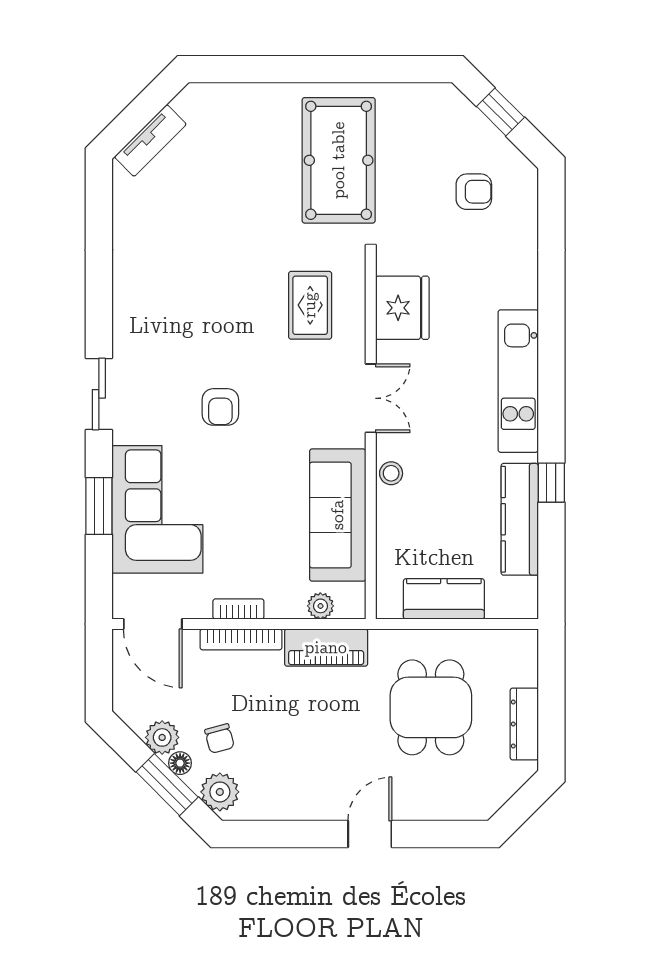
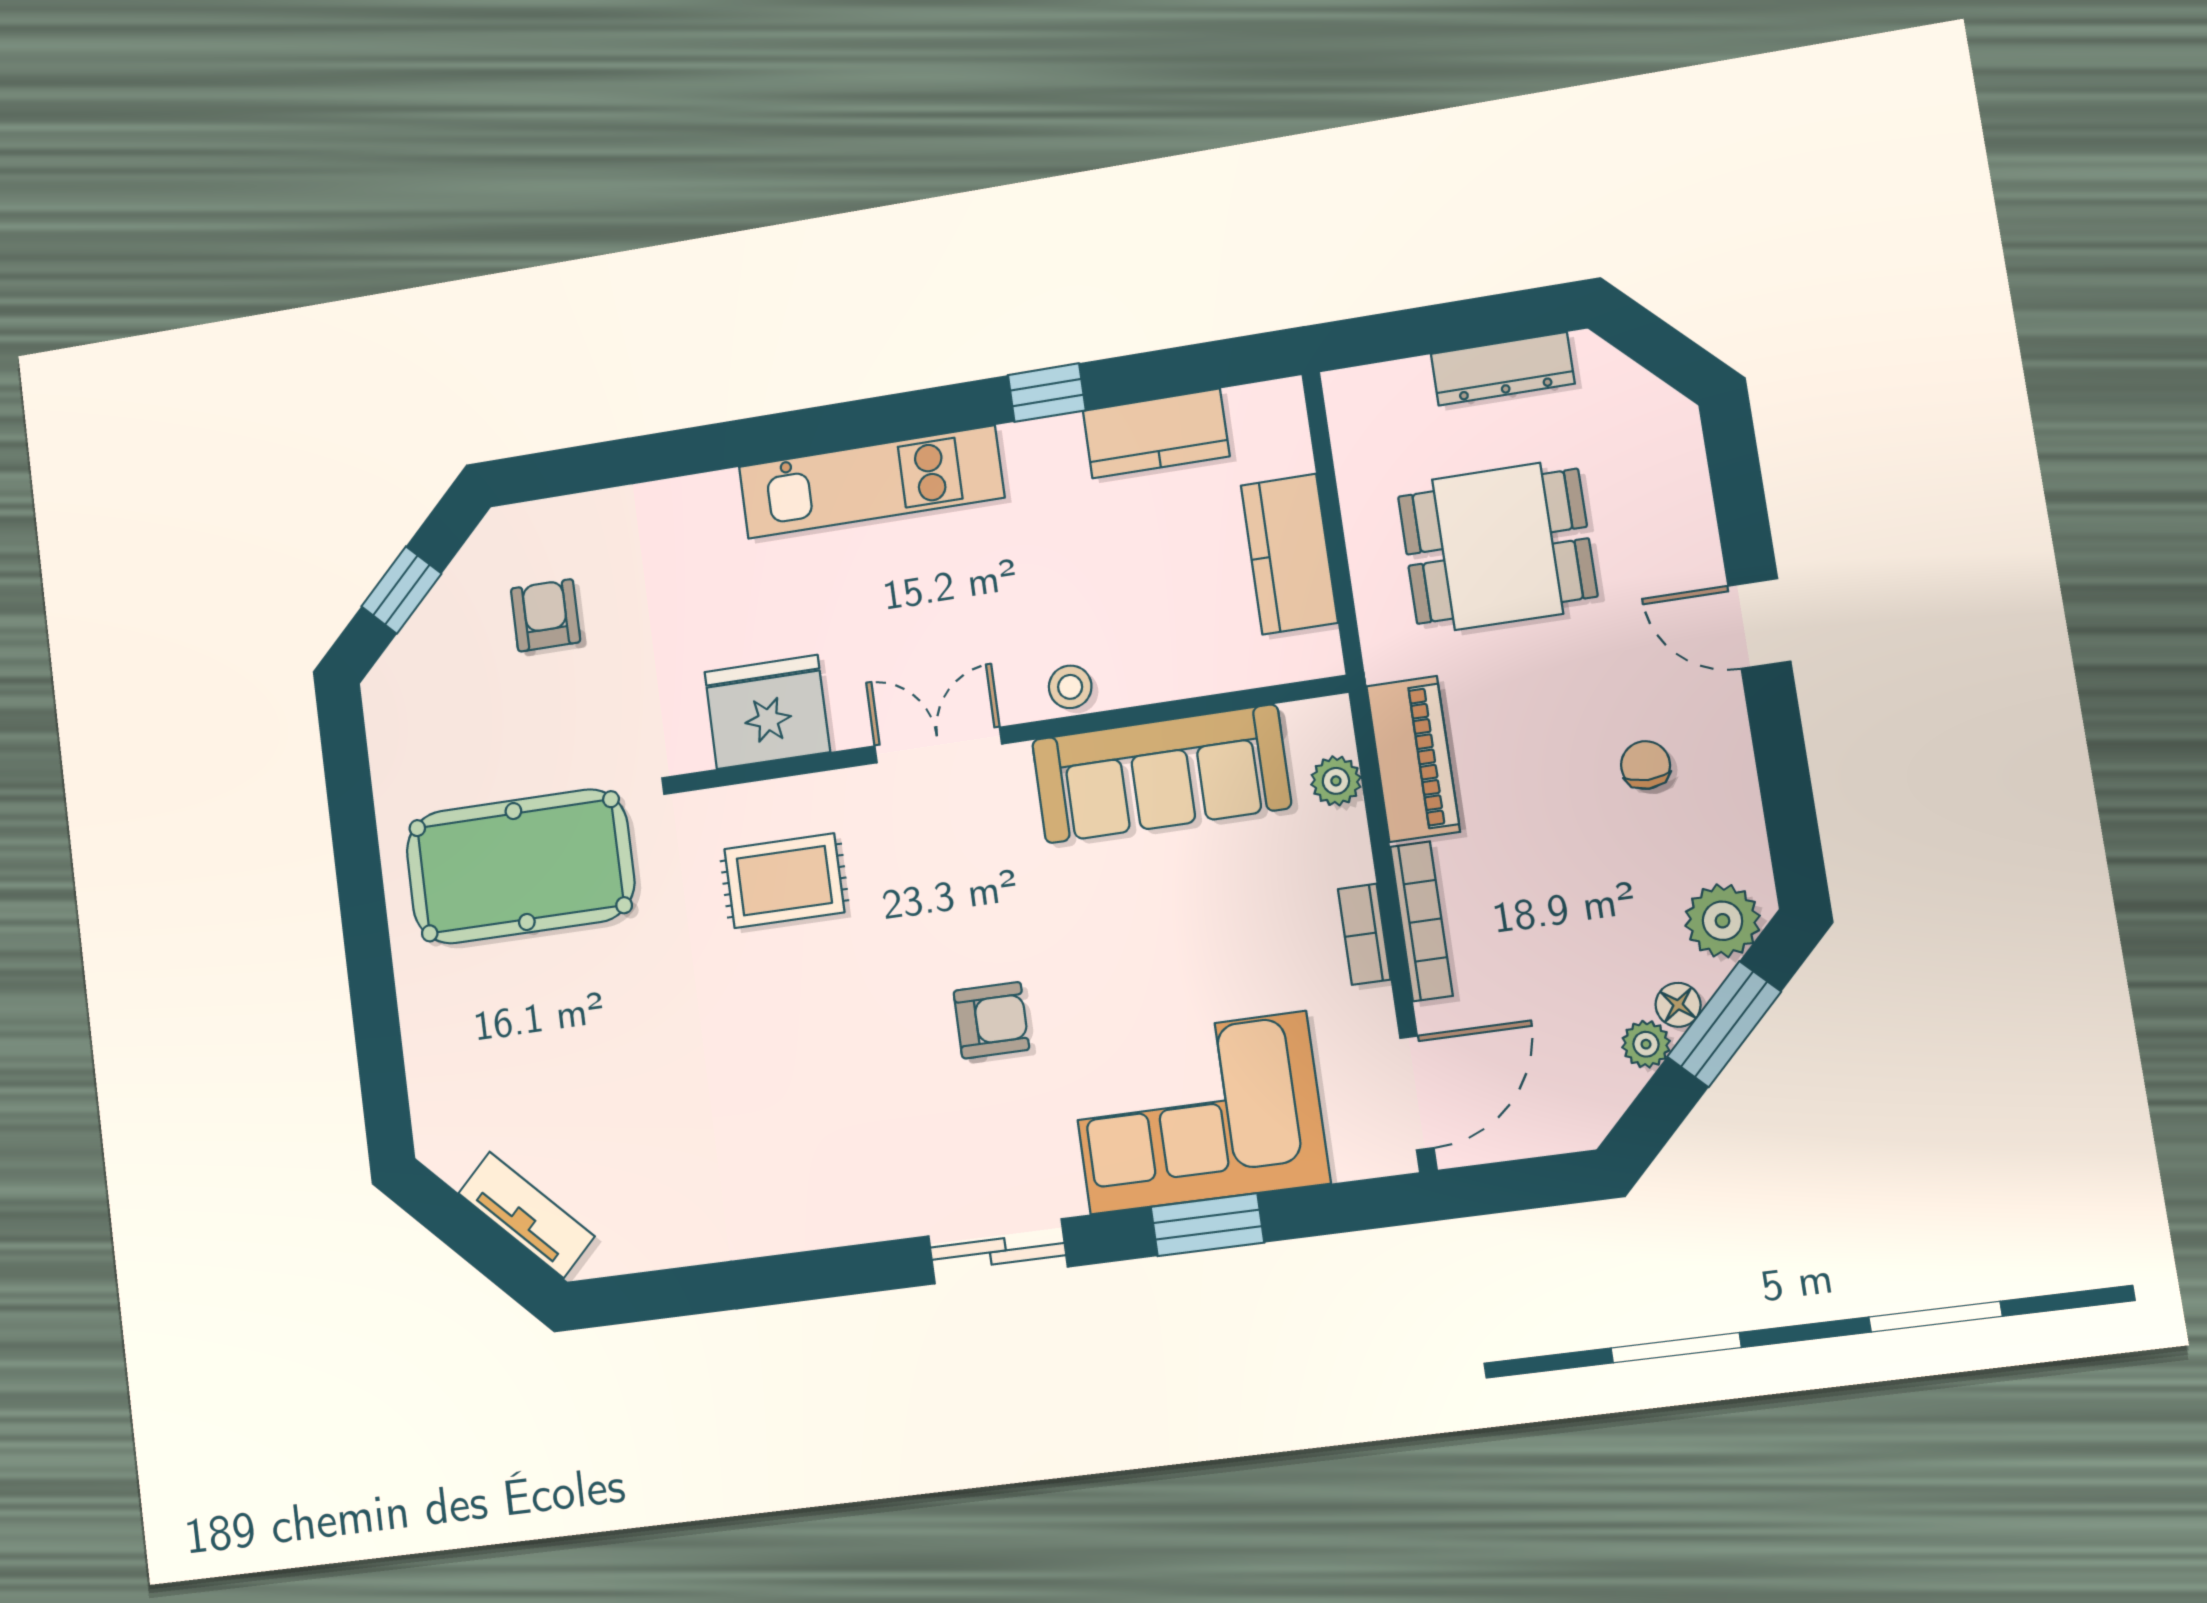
kitchen counter: (520, 519) -> (1156, 433), width x0.67
plant: (162, 737) -> (1646, 1044), width x0.73, depth x0.73
chair: (219, 739) -> (1646, 765), moved, turned -75

